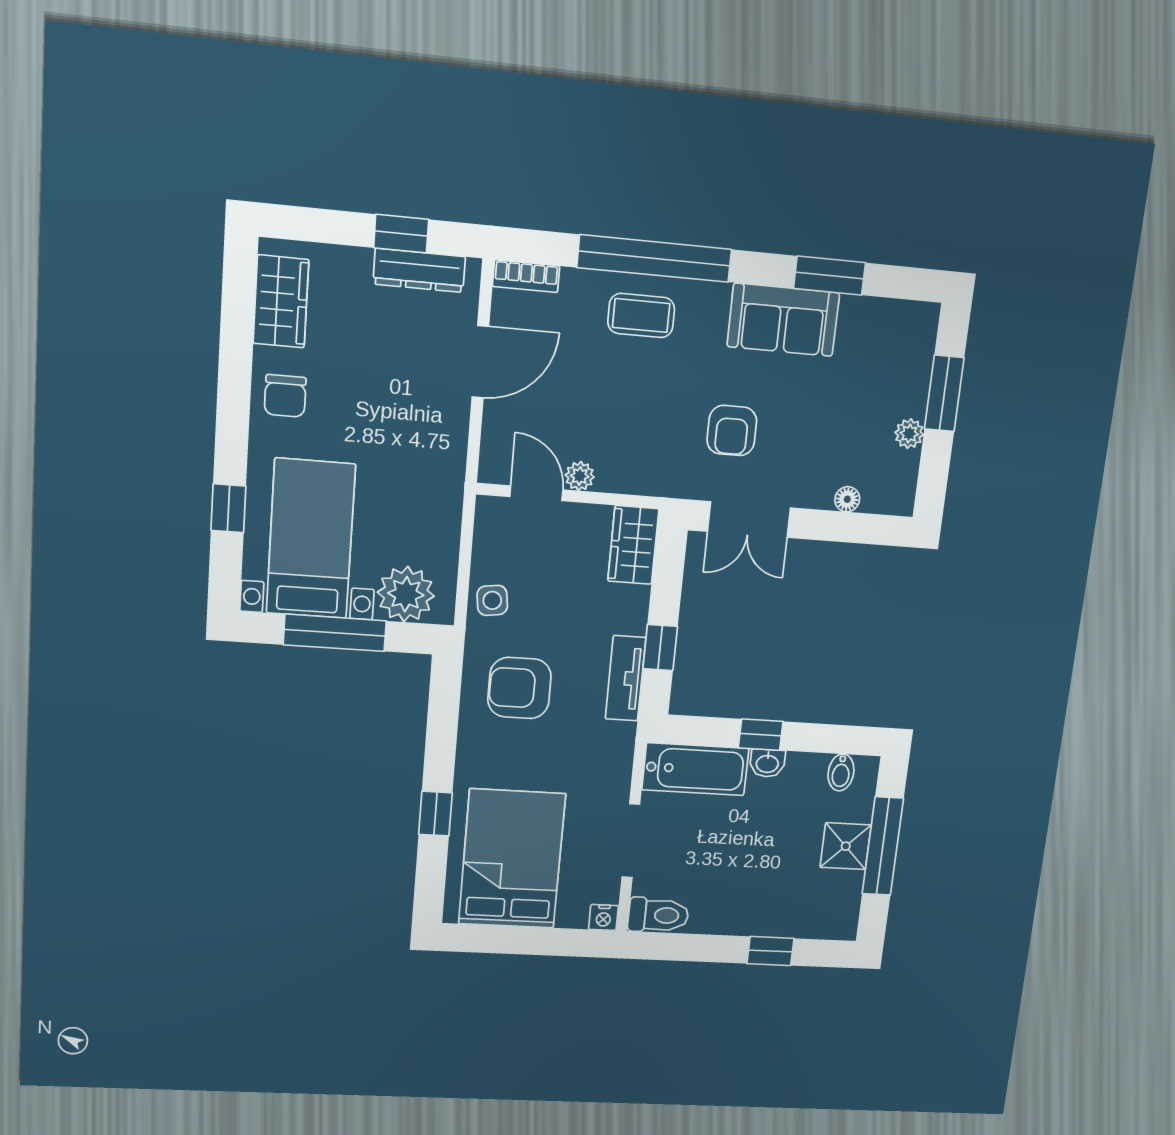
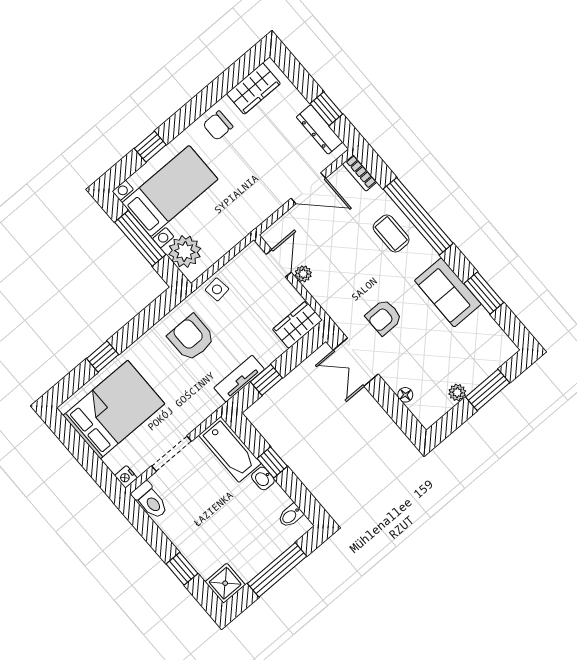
shower: (846, 846) -> (225, 583), moved

